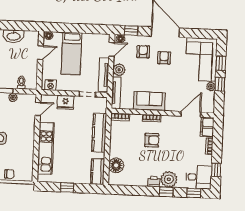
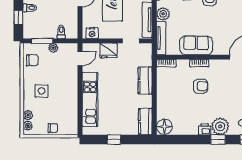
kitchen counter: (99, 133) -> (145, 81), width x0.67
floor lamp: (116, 165) -> (164, 127), moved

